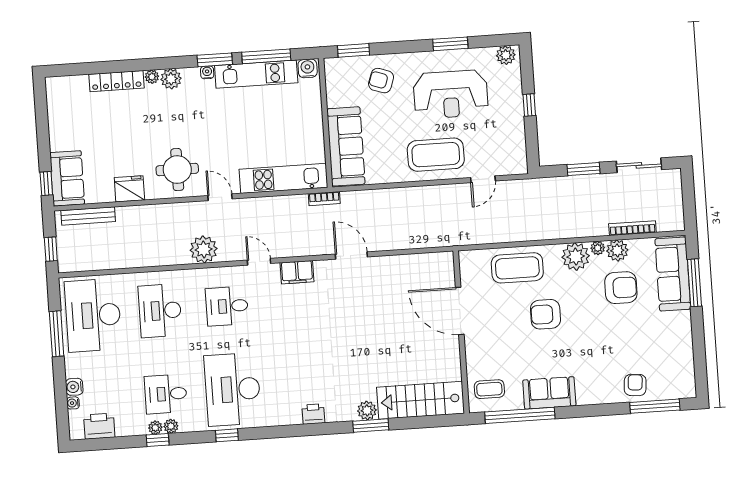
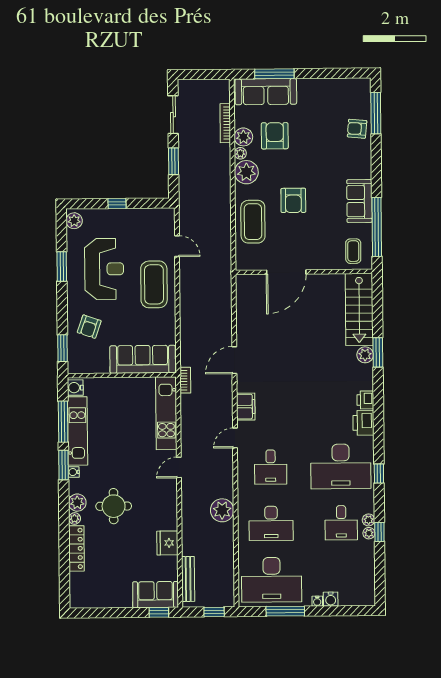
round table: (177, 170) -> (114, 506), moved
plant: (204, 249) -> (222, 510), moved
water cooler: (73, 403) -> (317, 601), moved
printer: (99, 426) -> (363, 423), moved

